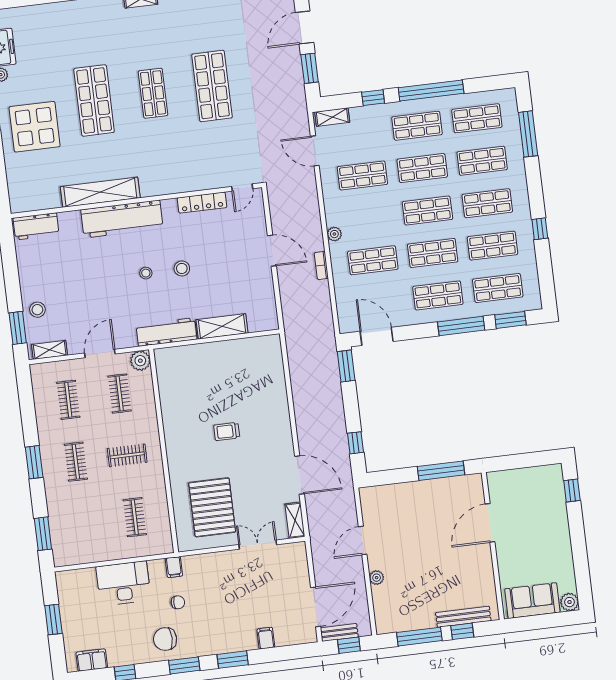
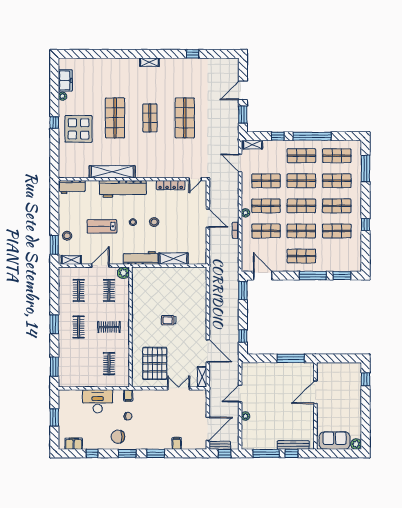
lab bench: (94, 287) -> (102, 226), added
shop shelf: (498, 288) -> (266, 206), moved

